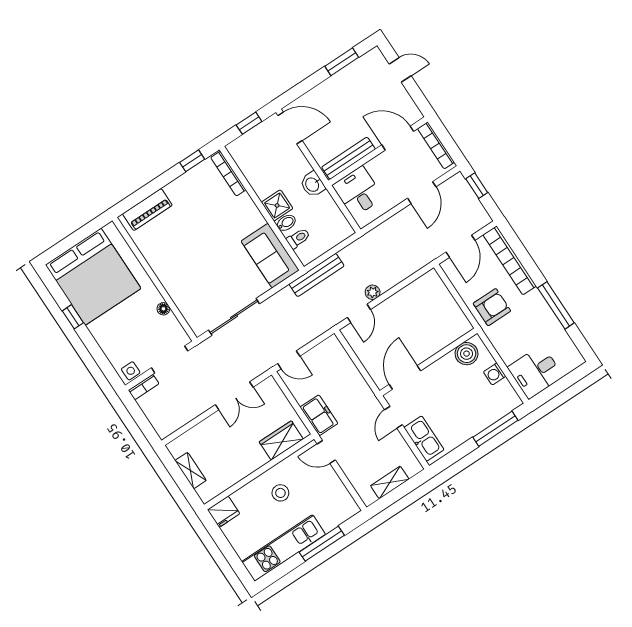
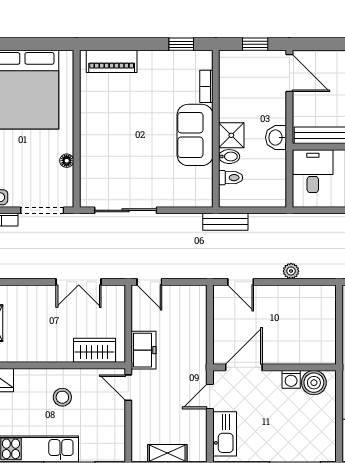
bookcase: (228, 174) -> (206, 86), width x0.64
sofa: (270, 256) -> (195, 135), moved
bench: (317, 275) -> (225, 222), width x0.73
plant: (373, 292) -> (291, 271), moved
door: (359, 313) -> (241, 282), hinge flipped
washing machine: (495, 374) -> (291, 379), moved, turned -90

